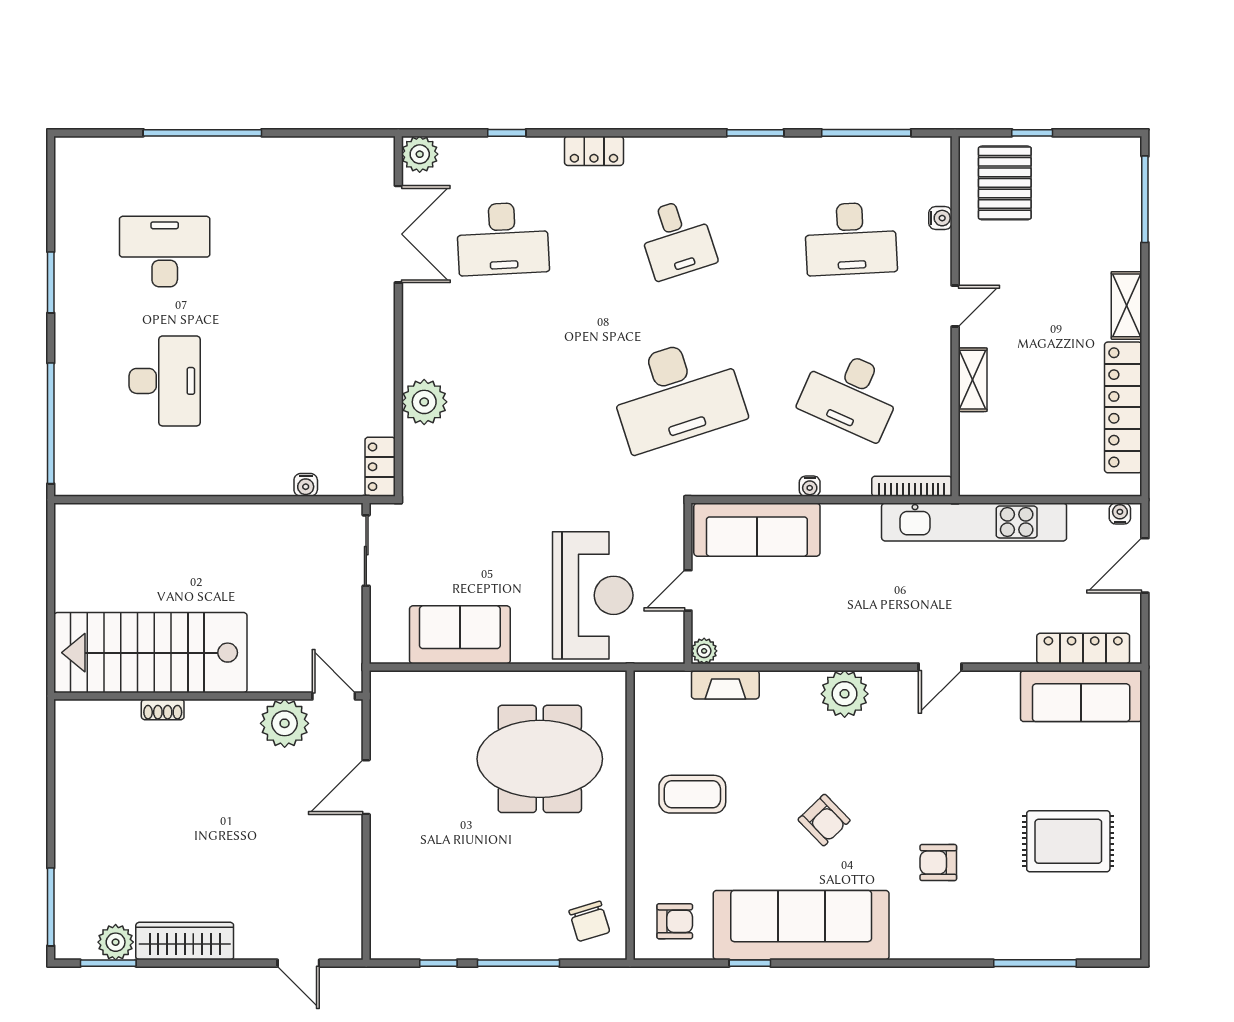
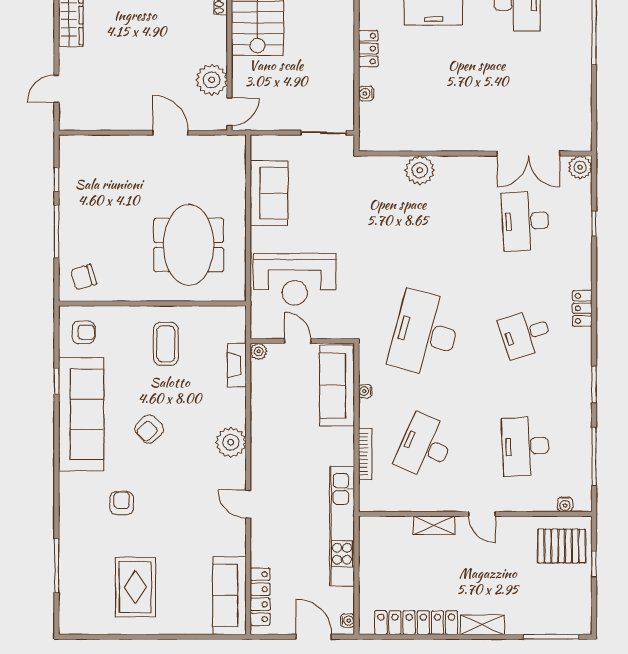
locker: (594, 151) -> (582, 308), moved
water cooler: (940, 218) -> (565, 504), moved
desk: (677, 394) -> (425, 334), turned 33
locker: (380, 467) -> (368, 49), moved, turned 90
water cooler: (810, 486) -> (365, 391), moved
bookcase: (912, 486) -> (365, 454), moved
armchair: (675, 921) -> (84, 332), turned -90

